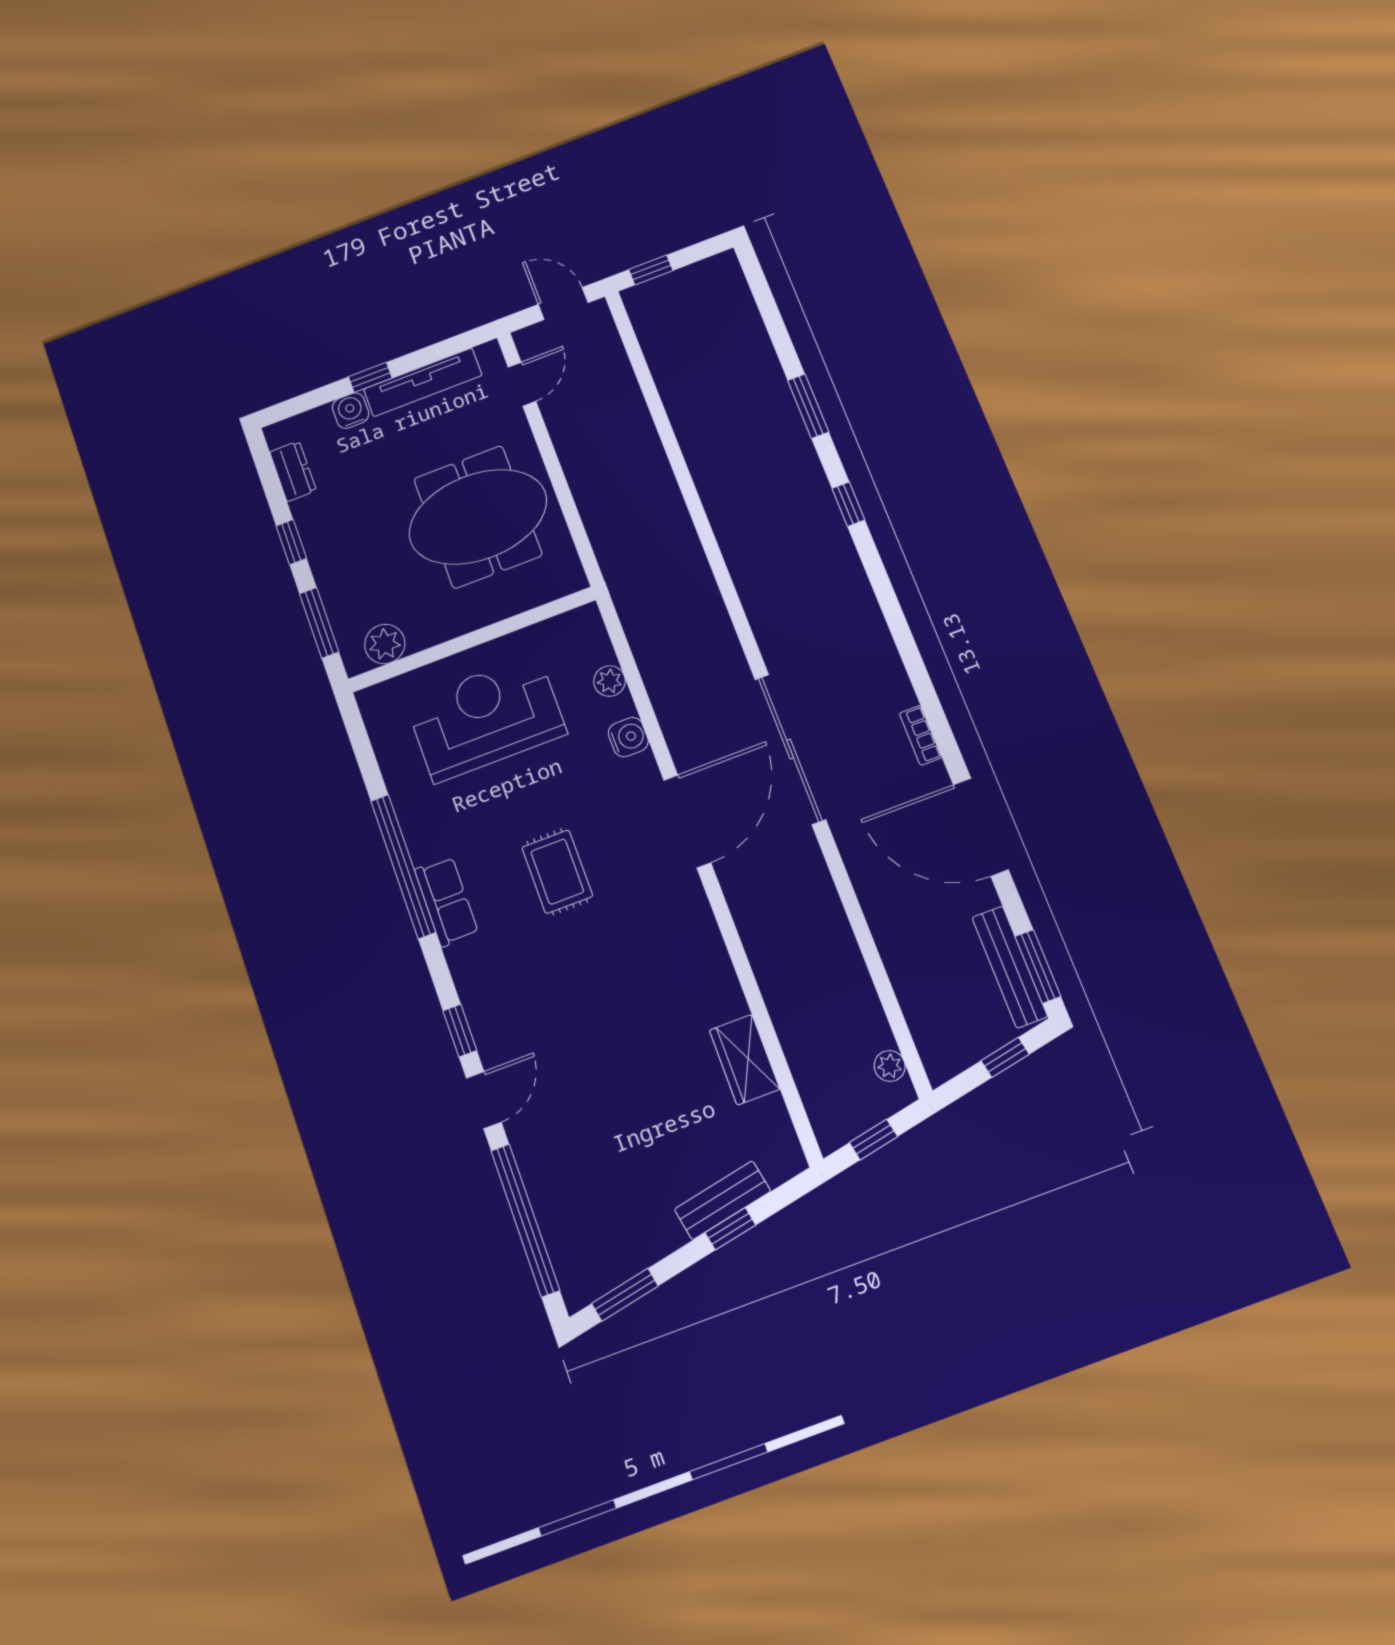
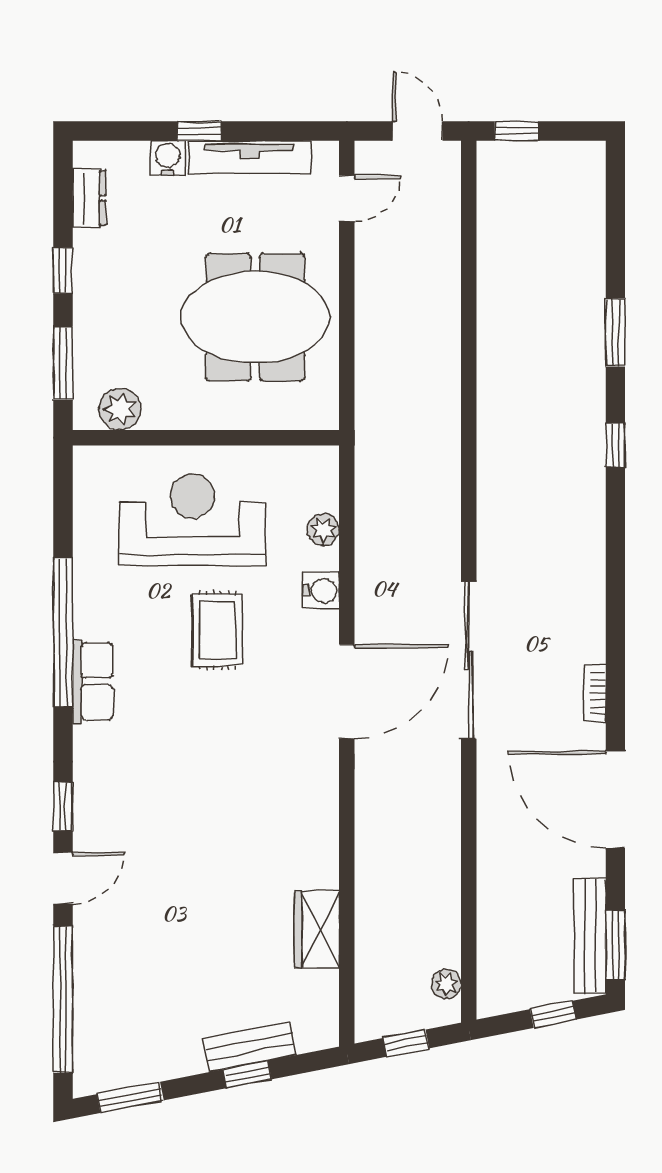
rug: (557, 872) -> (218, 630), moved

